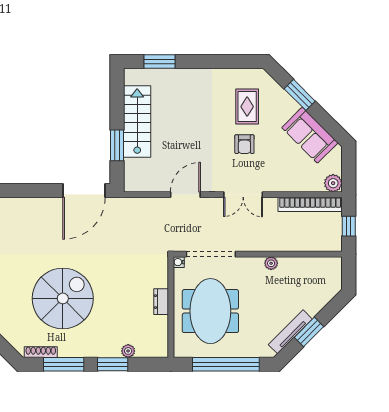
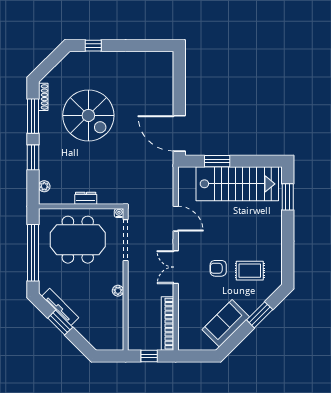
stairs: (137, 121) -> (237, 184), width x1.36, depth x1.51
plant: (333, 183) -> (185, 343), removed
plant: (128, 351) -> (44, 186), moved

